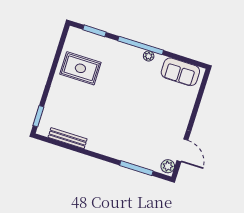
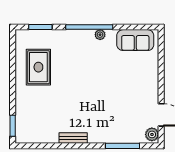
rug: (80, 68) -> (38, 67), turned 90
bench: (68, 138) -> (73, 138), moved, width x0.73

